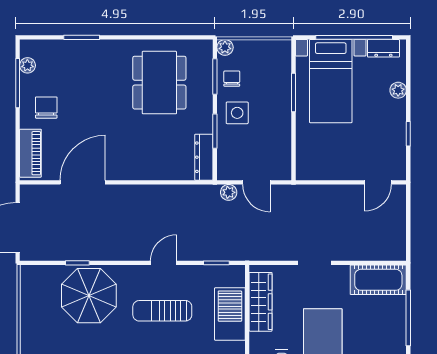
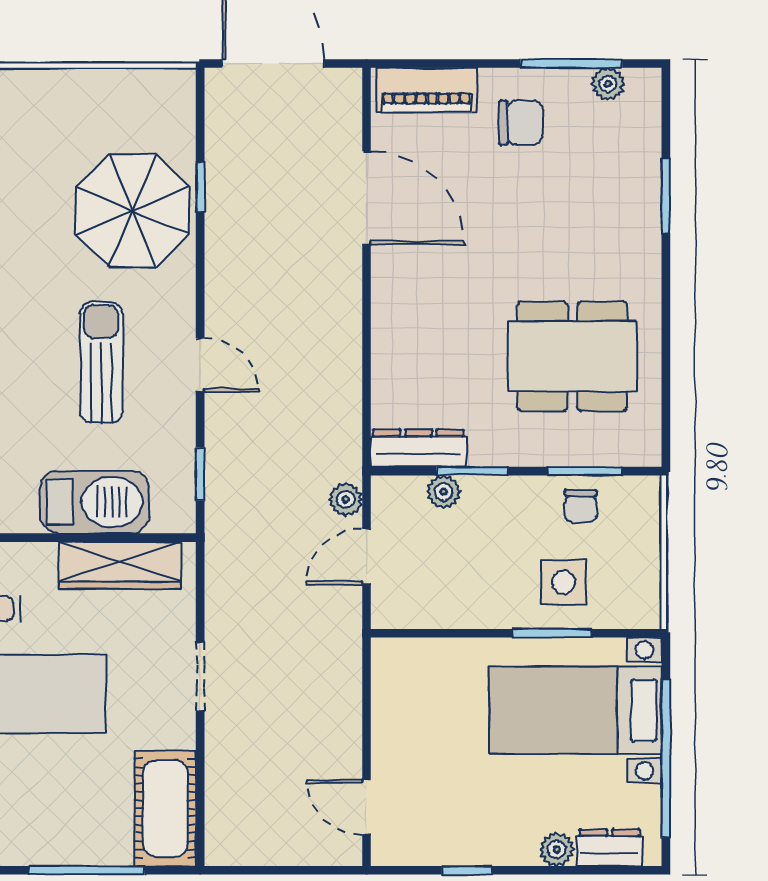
plant: (225, 47) -> (444, 492), moved
dresser: (383, 48) -> (610, 848), moved, turned 90
chair: (232, 79) -> (581, 506), turned 90
side table: (237, 113) -> (564, 582), moved

